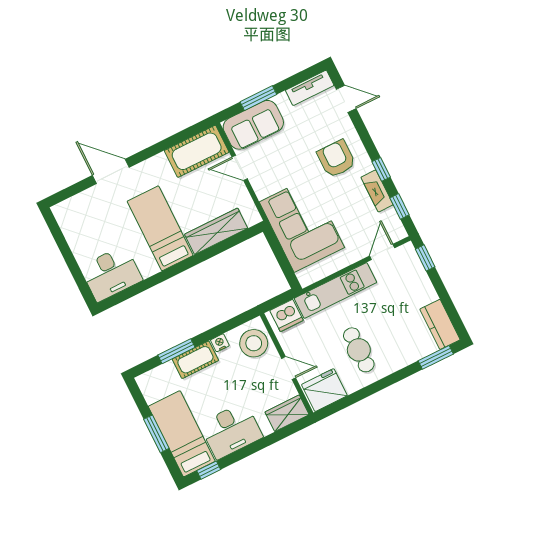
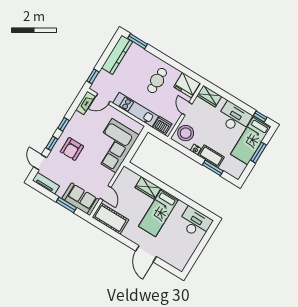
fireplace: (377, 191) -> (85, 103), moved
window: (400, 206) -> (52, 143), moved
wardrobe: (216, 231) -> (148, 188), width x0.67
kitchen counter: (440, 324) -> (117, 55), width x1.50

